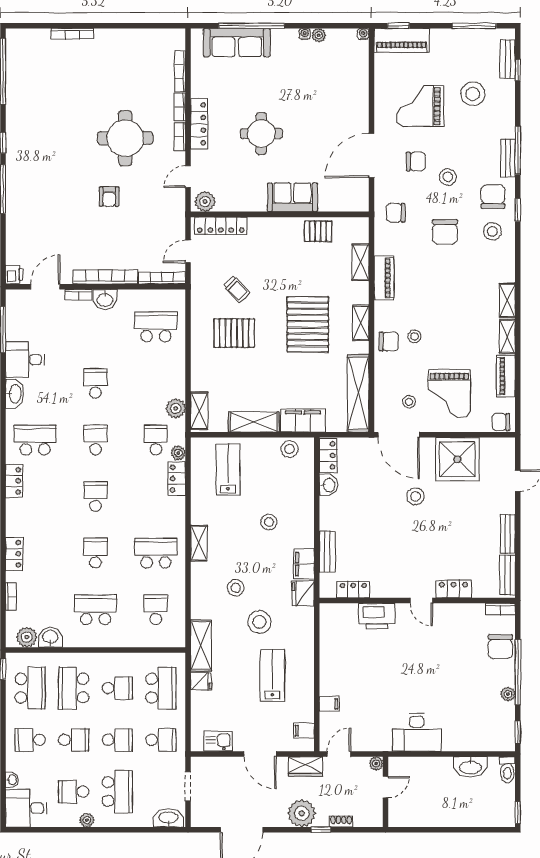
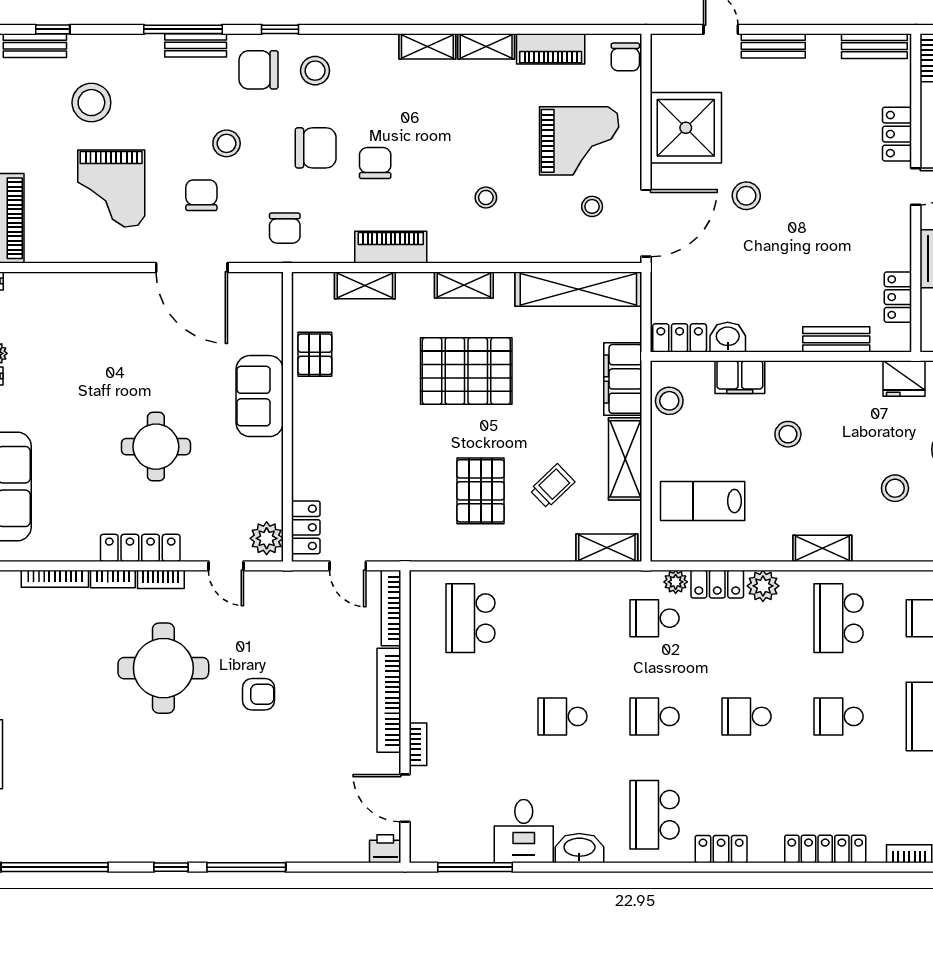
locker: (221, 226) -> (306, 527), width x0.66
trolley: (237, 289) -> (552, 486), moved
washbasin: (105, 299) -> (426, 701), removed
chair: (389, 341) -> (375, 163), moved
plant: (176, 408) -> (763, 586), moved
bench: (508, 534) -> (773, 46), moved
locker: (14, 554) -> (825, 849), width x1.53
filing cabinet: (304, 564) -> (740, 377), moved

